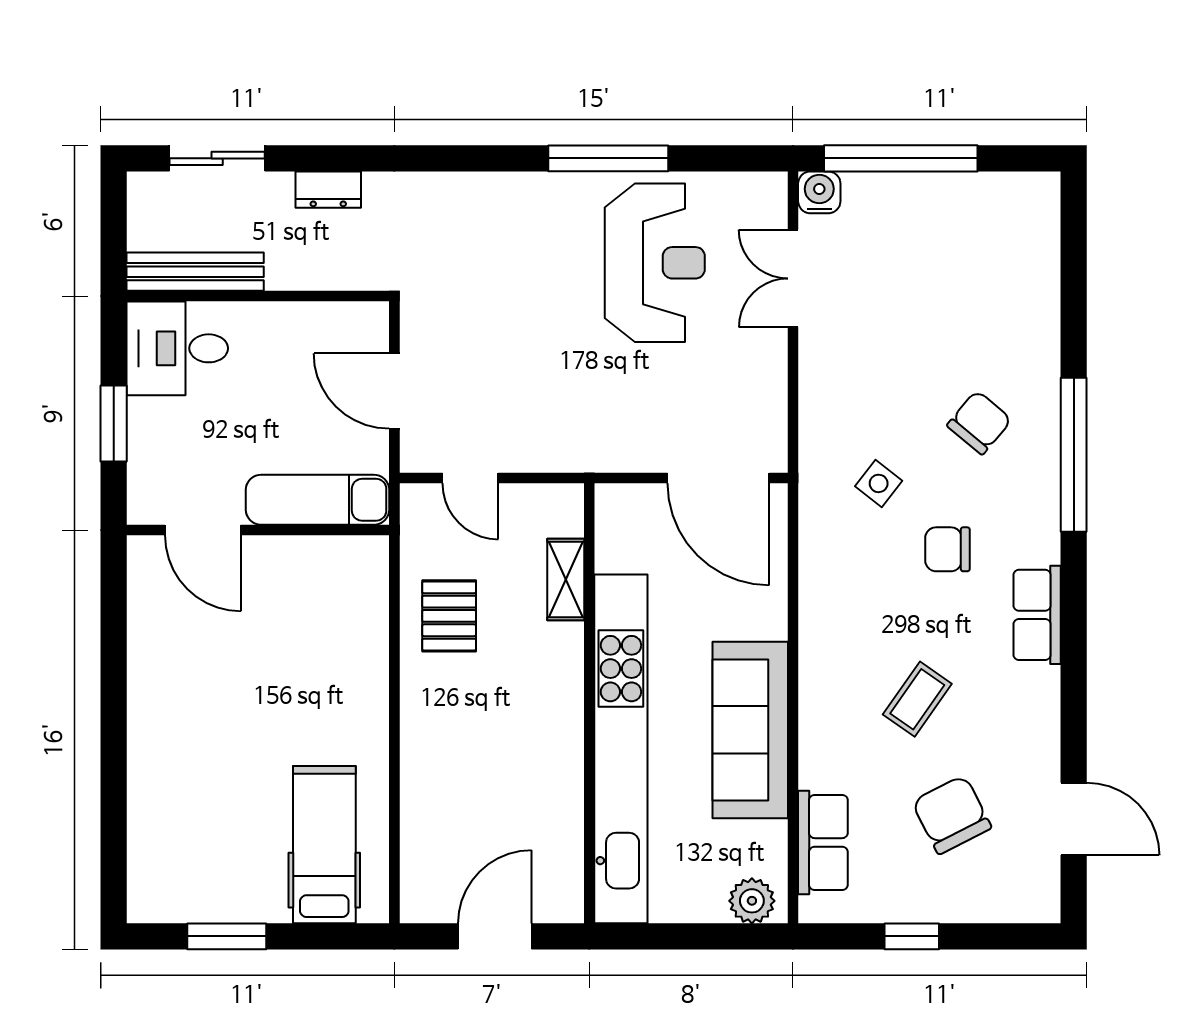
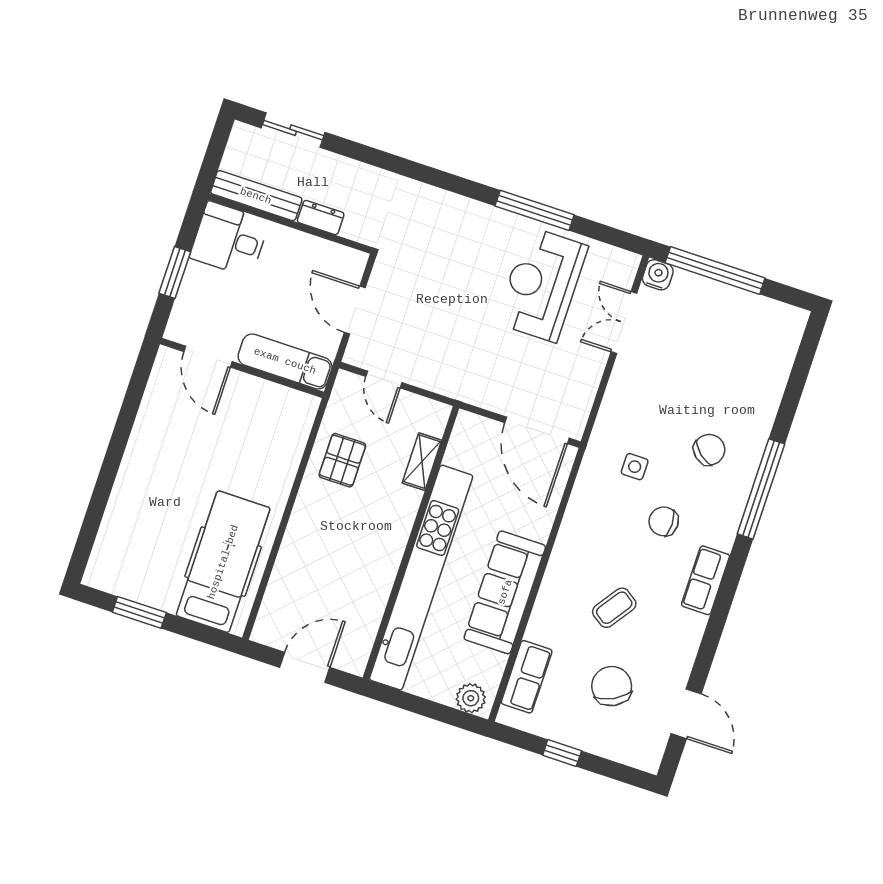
dresser: (328, 190) -> (321, 218), moved, turned 180
reception desk: (655, 263) -> (542, 284), turned 180
side table: (879, 483) -> (635, 467), turned -38
hospital bed: (324, 845) -> (223, 562), width x1.37, depth x1.29

